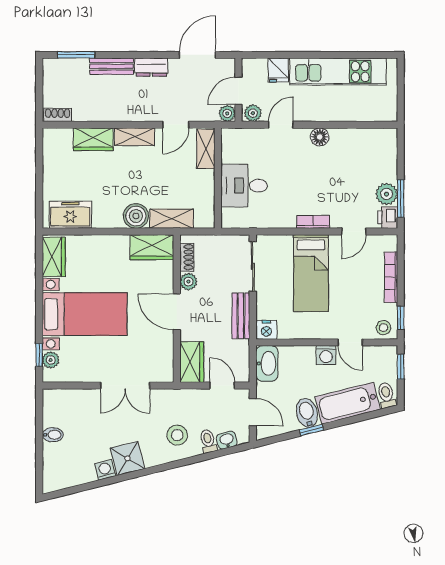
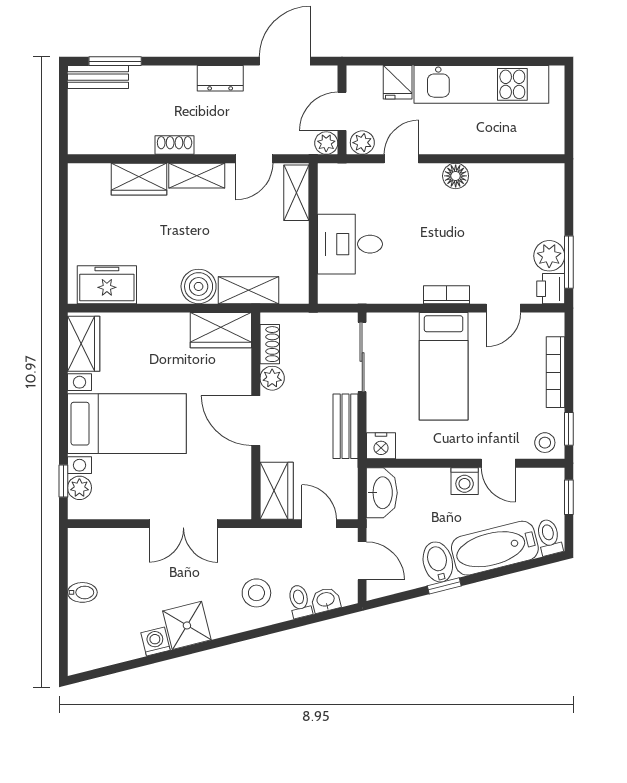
bench: (112, 66) -> (98, 77), moved
shoe rack: (58, 115) -> (175, 145), moved

